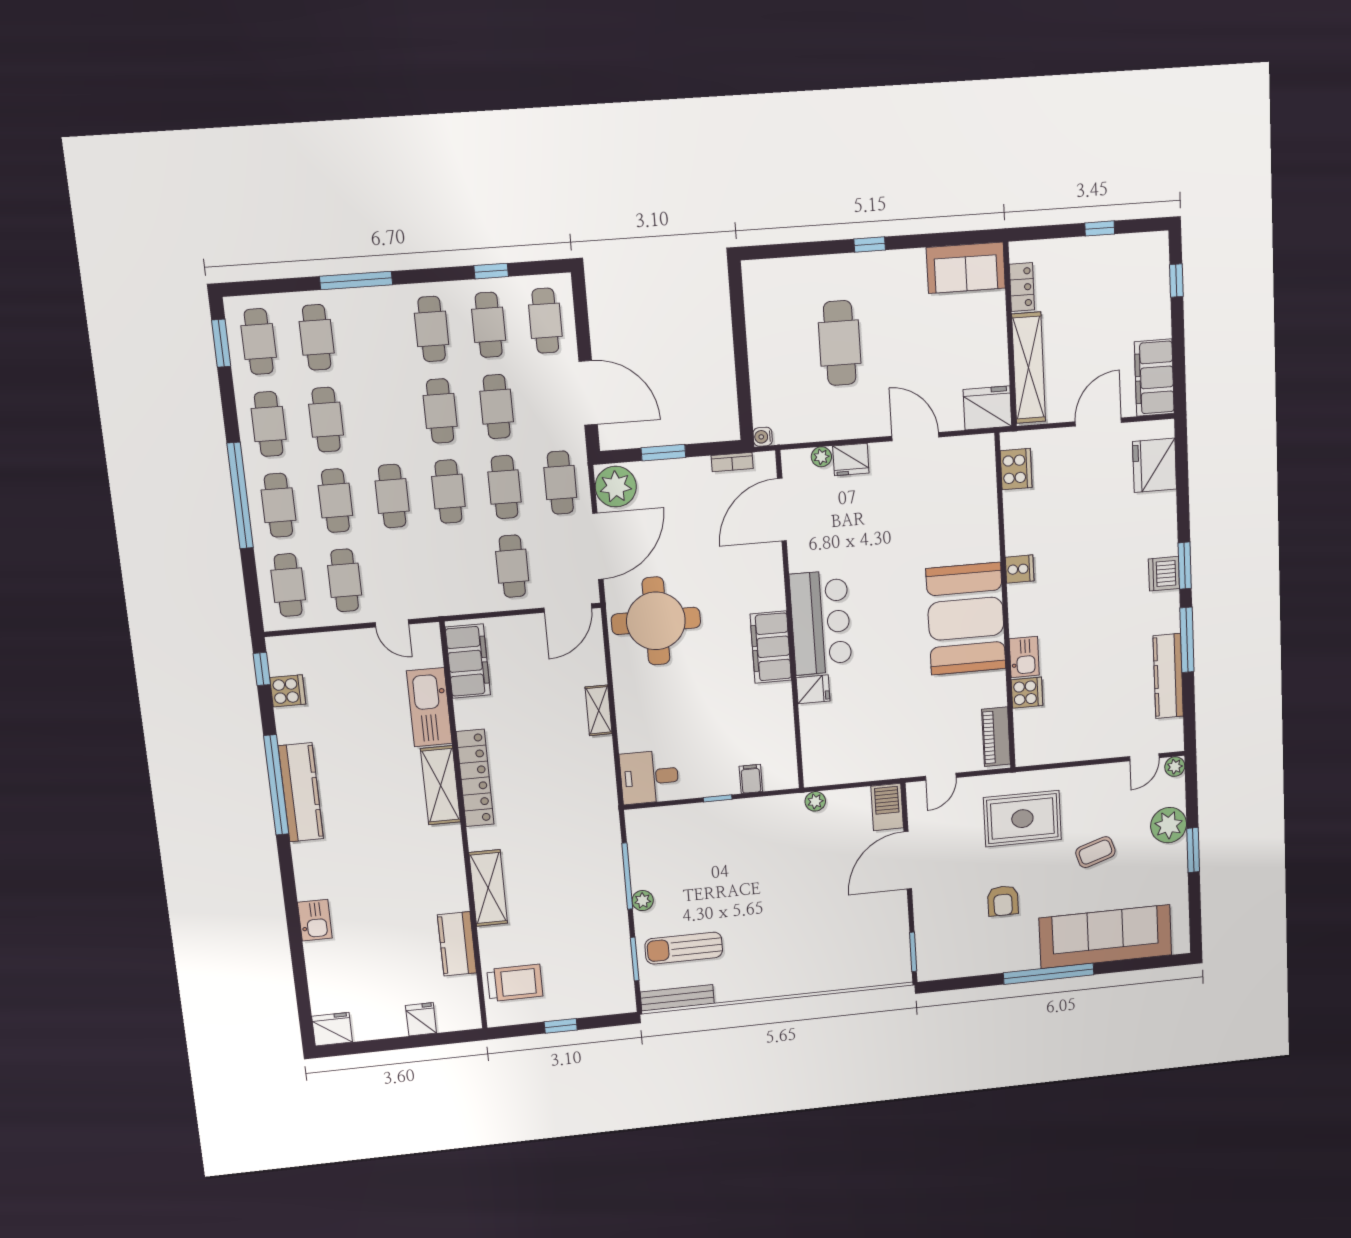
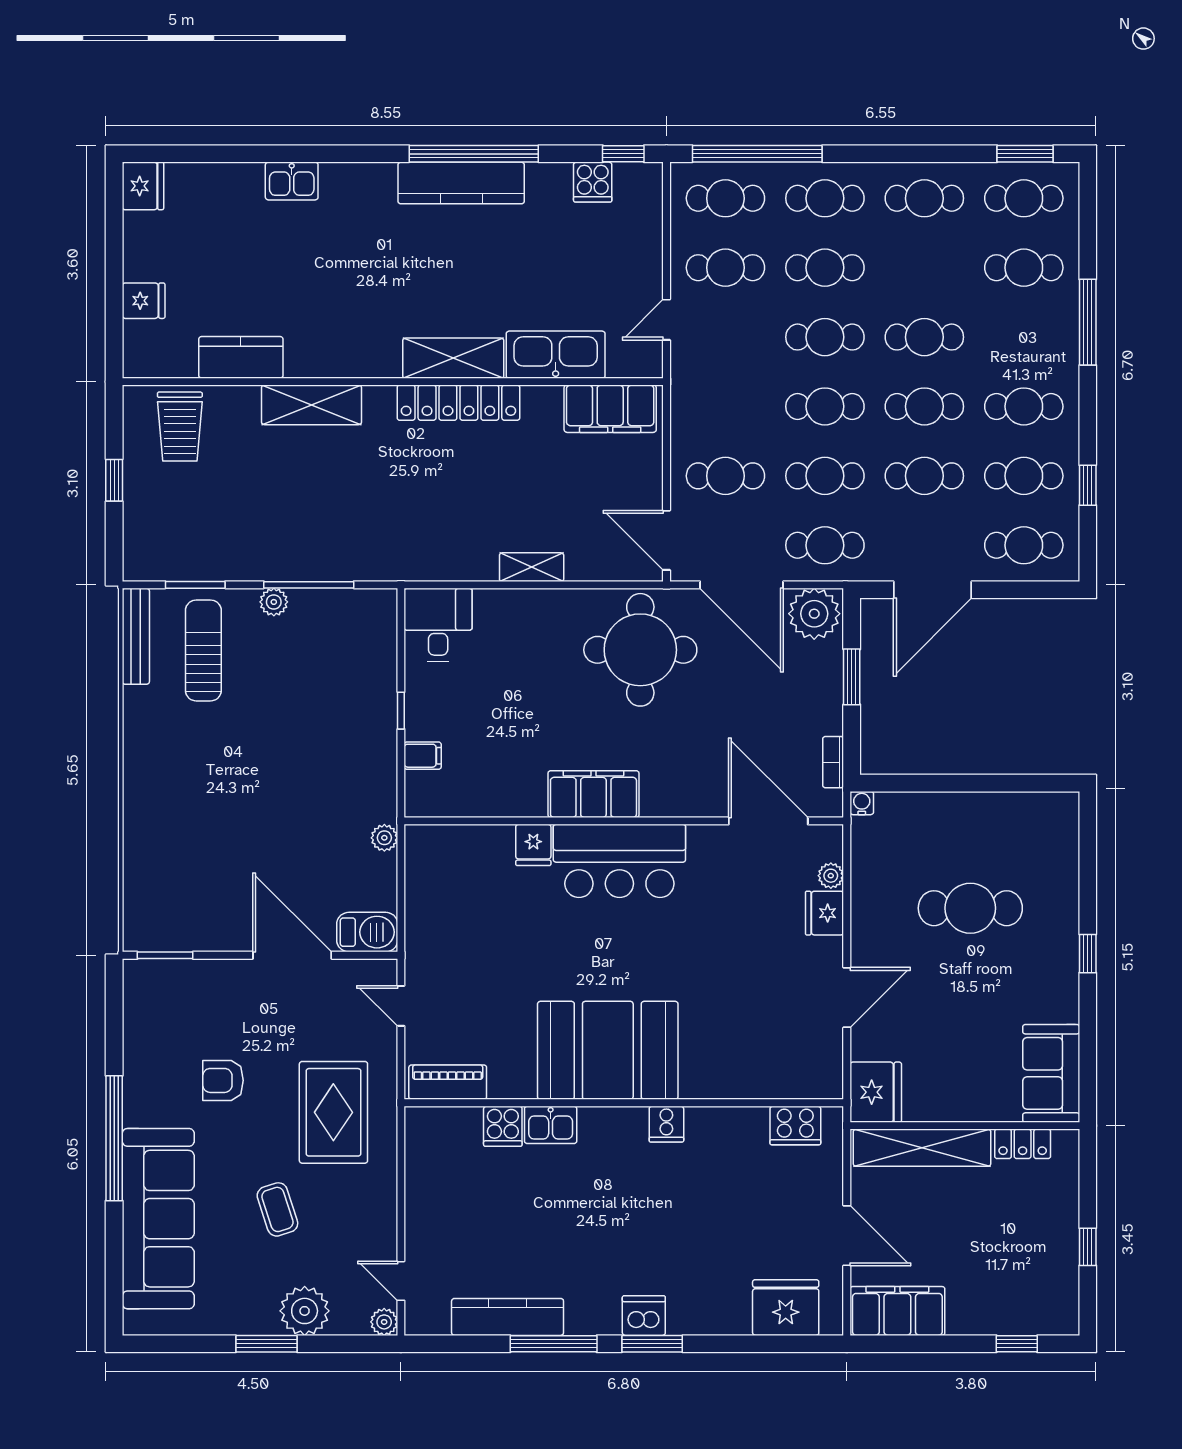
cafe table: (326, 420) -> (924, 337), moved
window: (240, 496) -> (757, 154), moved

